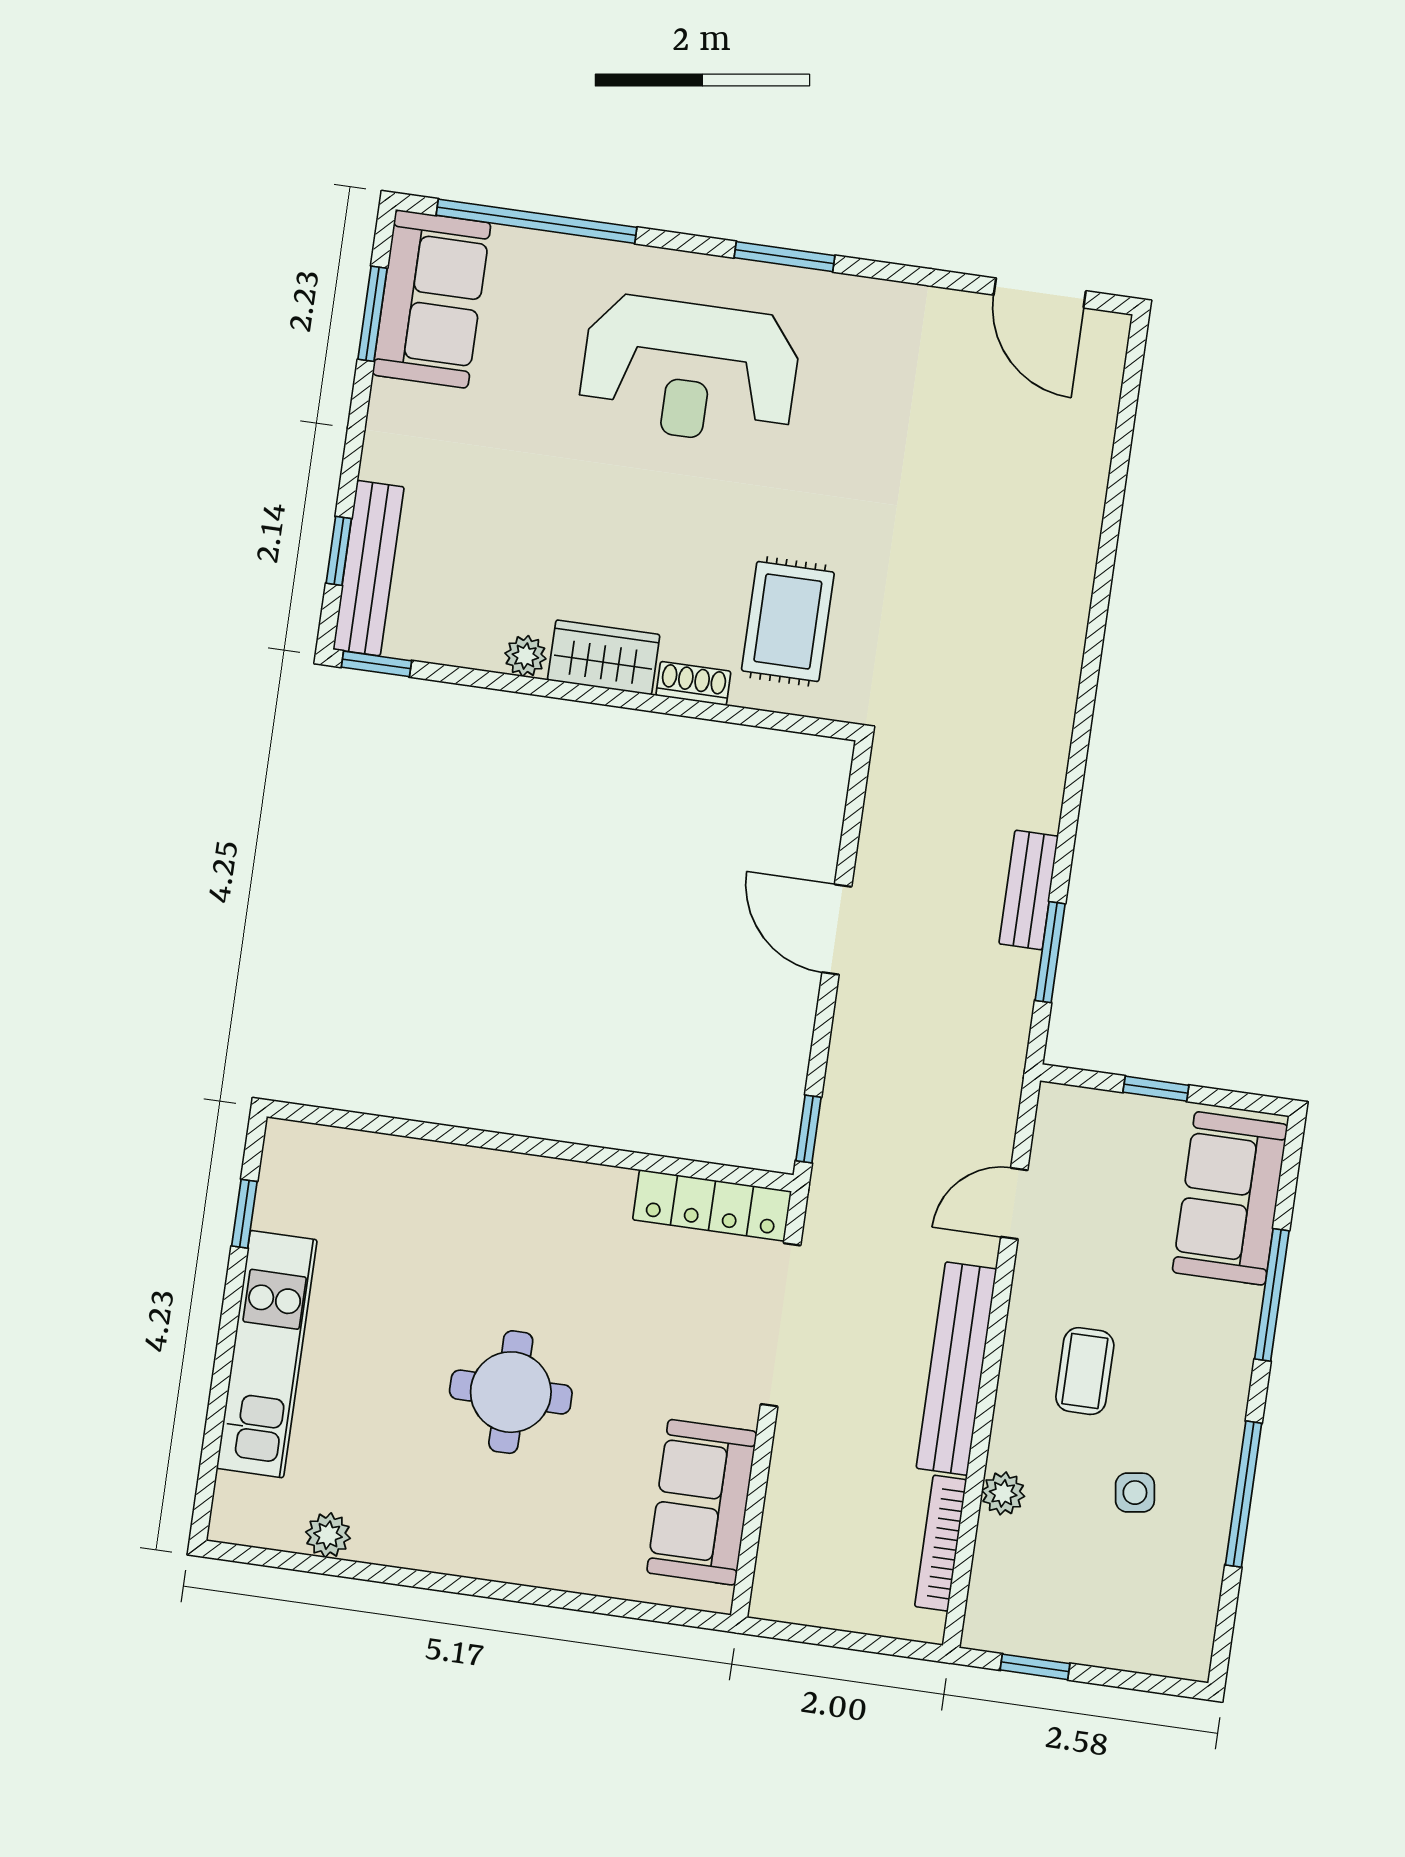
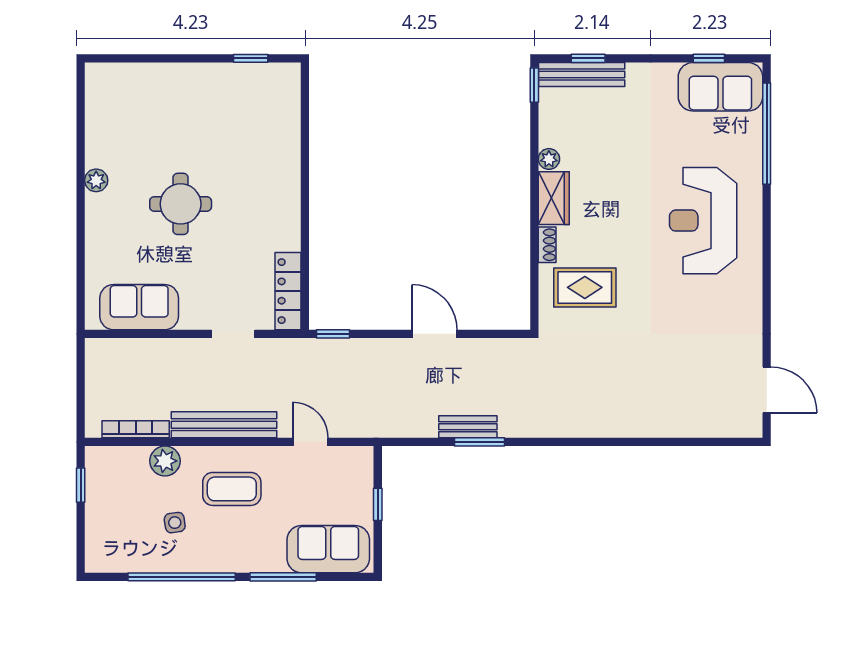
window: (785, 257) -> (767, 260), removed
door: (1040, 293) -> (767, 390), swing flipped
window: (373, 314) -> (709, 58), width x0.67
door: (837, 930) -> (435, 334), hinge flipped
window: (1050, 952) -> (479, 442), moved
doorway: (781, 1325) -> (233, 334), width x0.53
kitchen unit: (267, 1354) -> (182, 79), removed
coffee table: (1085, 1371) -> (232, 489), width x1.36, depth x1.30
plant: (1003, 1493) -> (165, 461), width x1.38, depth x1.38
window: (1244, 1494) -> (182, 577), width x1.46
plant: (328, 1535) -> (96, 180), moved

